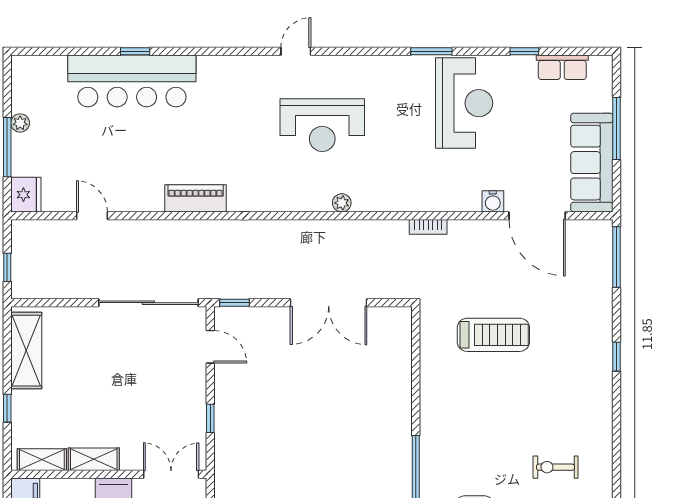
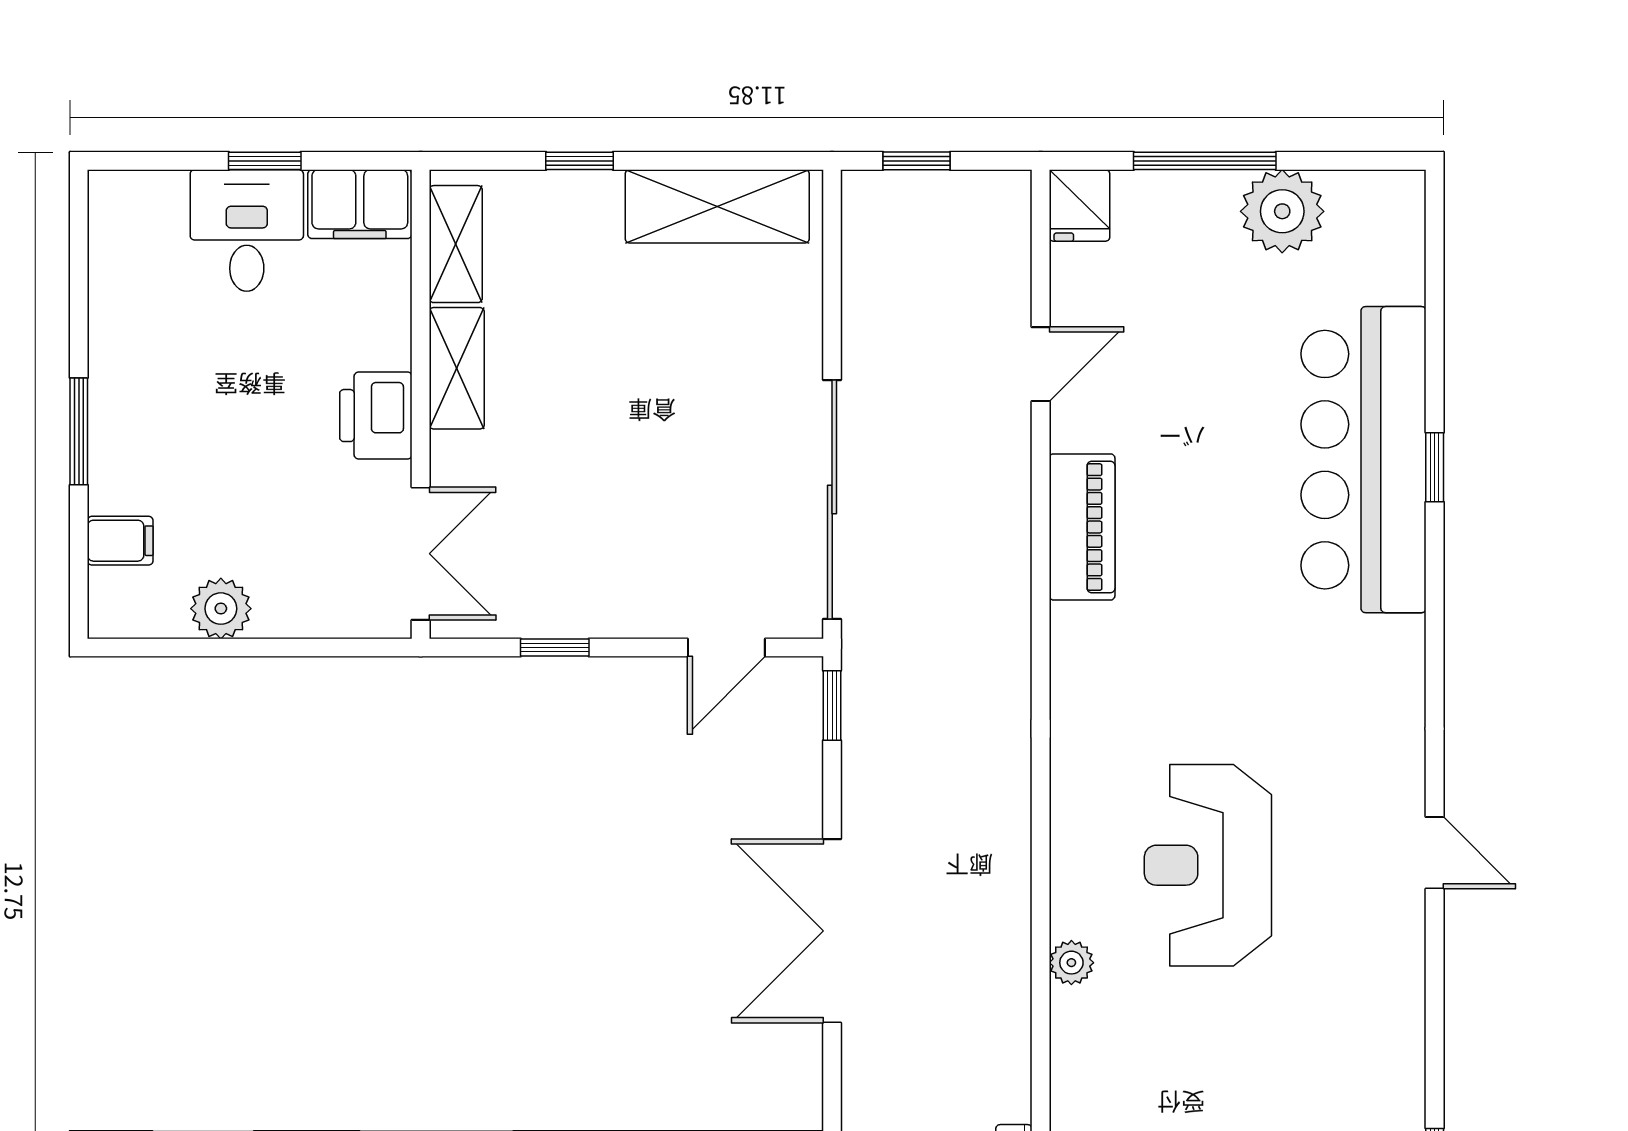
plant: (20, 123) -> (1282, 211), width x1.88, depth x1.88
reception desk: (322, 125) -> (1208, 865), moved
fridge: (26, 195) -> (1079, 206), width x0.72
piano: (196, 198) -> (1082, 527), moved

